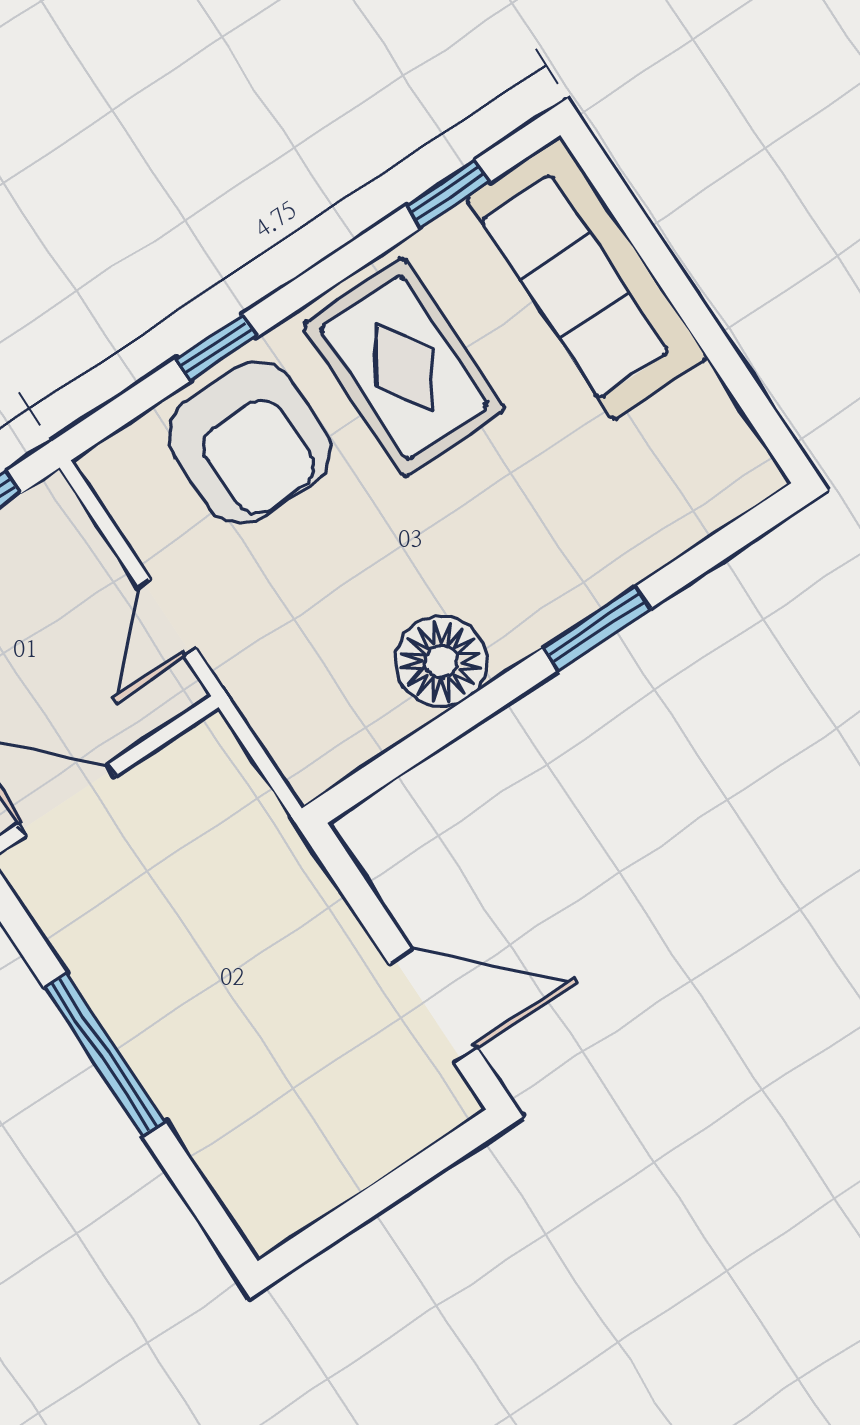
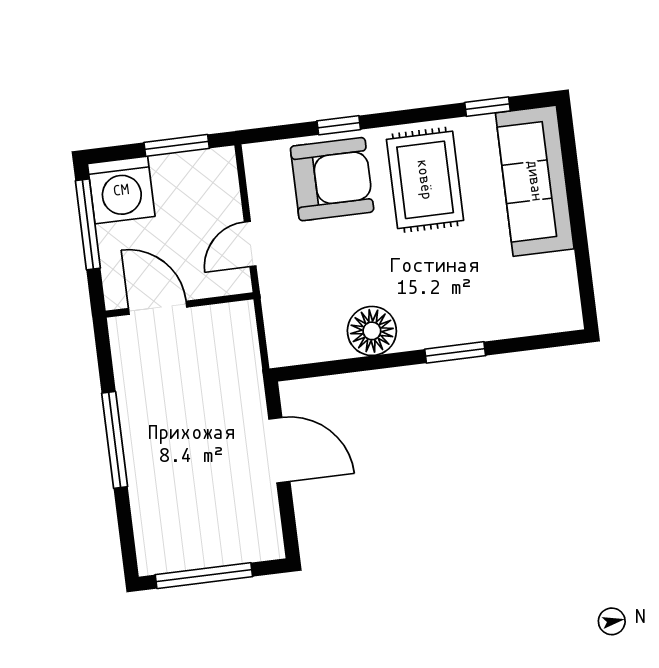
armchair: (250, 443) -> (332, 179), turned -90
door: (433, 1006) -> (279, 450), moved
window: (365, 1206) -> (204, 576), added

